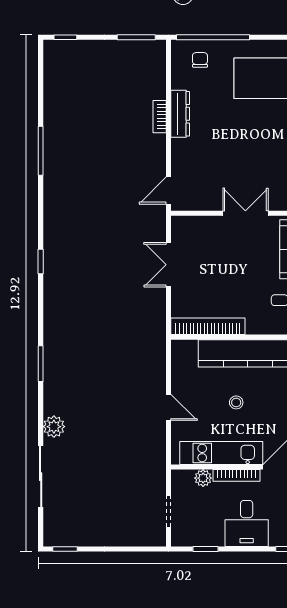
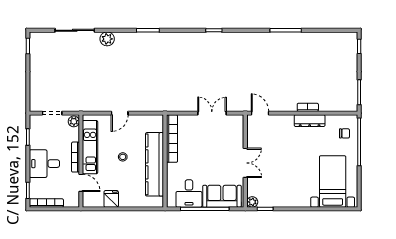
plant: (203, 478) -> (74, 121), moved

